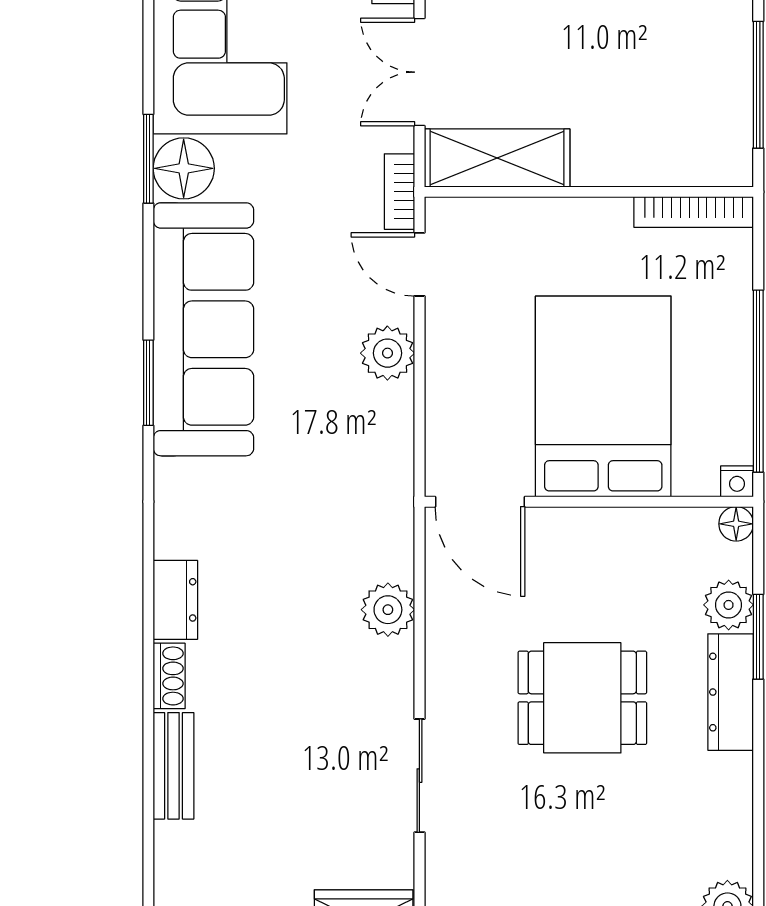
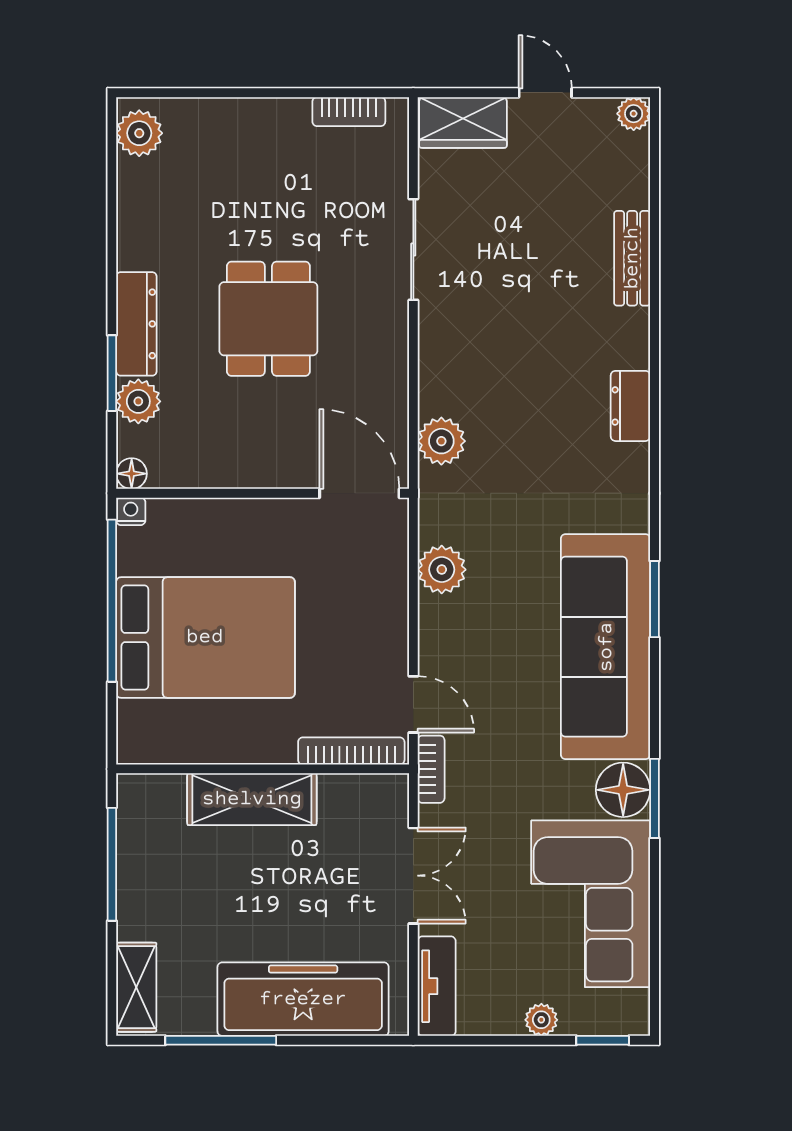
shelving: (497, 158) -> (252, 799), moved
bookcase: (694, 212) -> (351, 751), moved
plant: (387, 353) -> (442, 570), moved
bed: (603, 396) -> (205, 637), moved, turned -90
plant: (388, 610) -> (441, 441), moved
shoe rack: (169, 676) -> (636, 338), removed
dining table: (582, 698) -> (268, 319), turned 90

